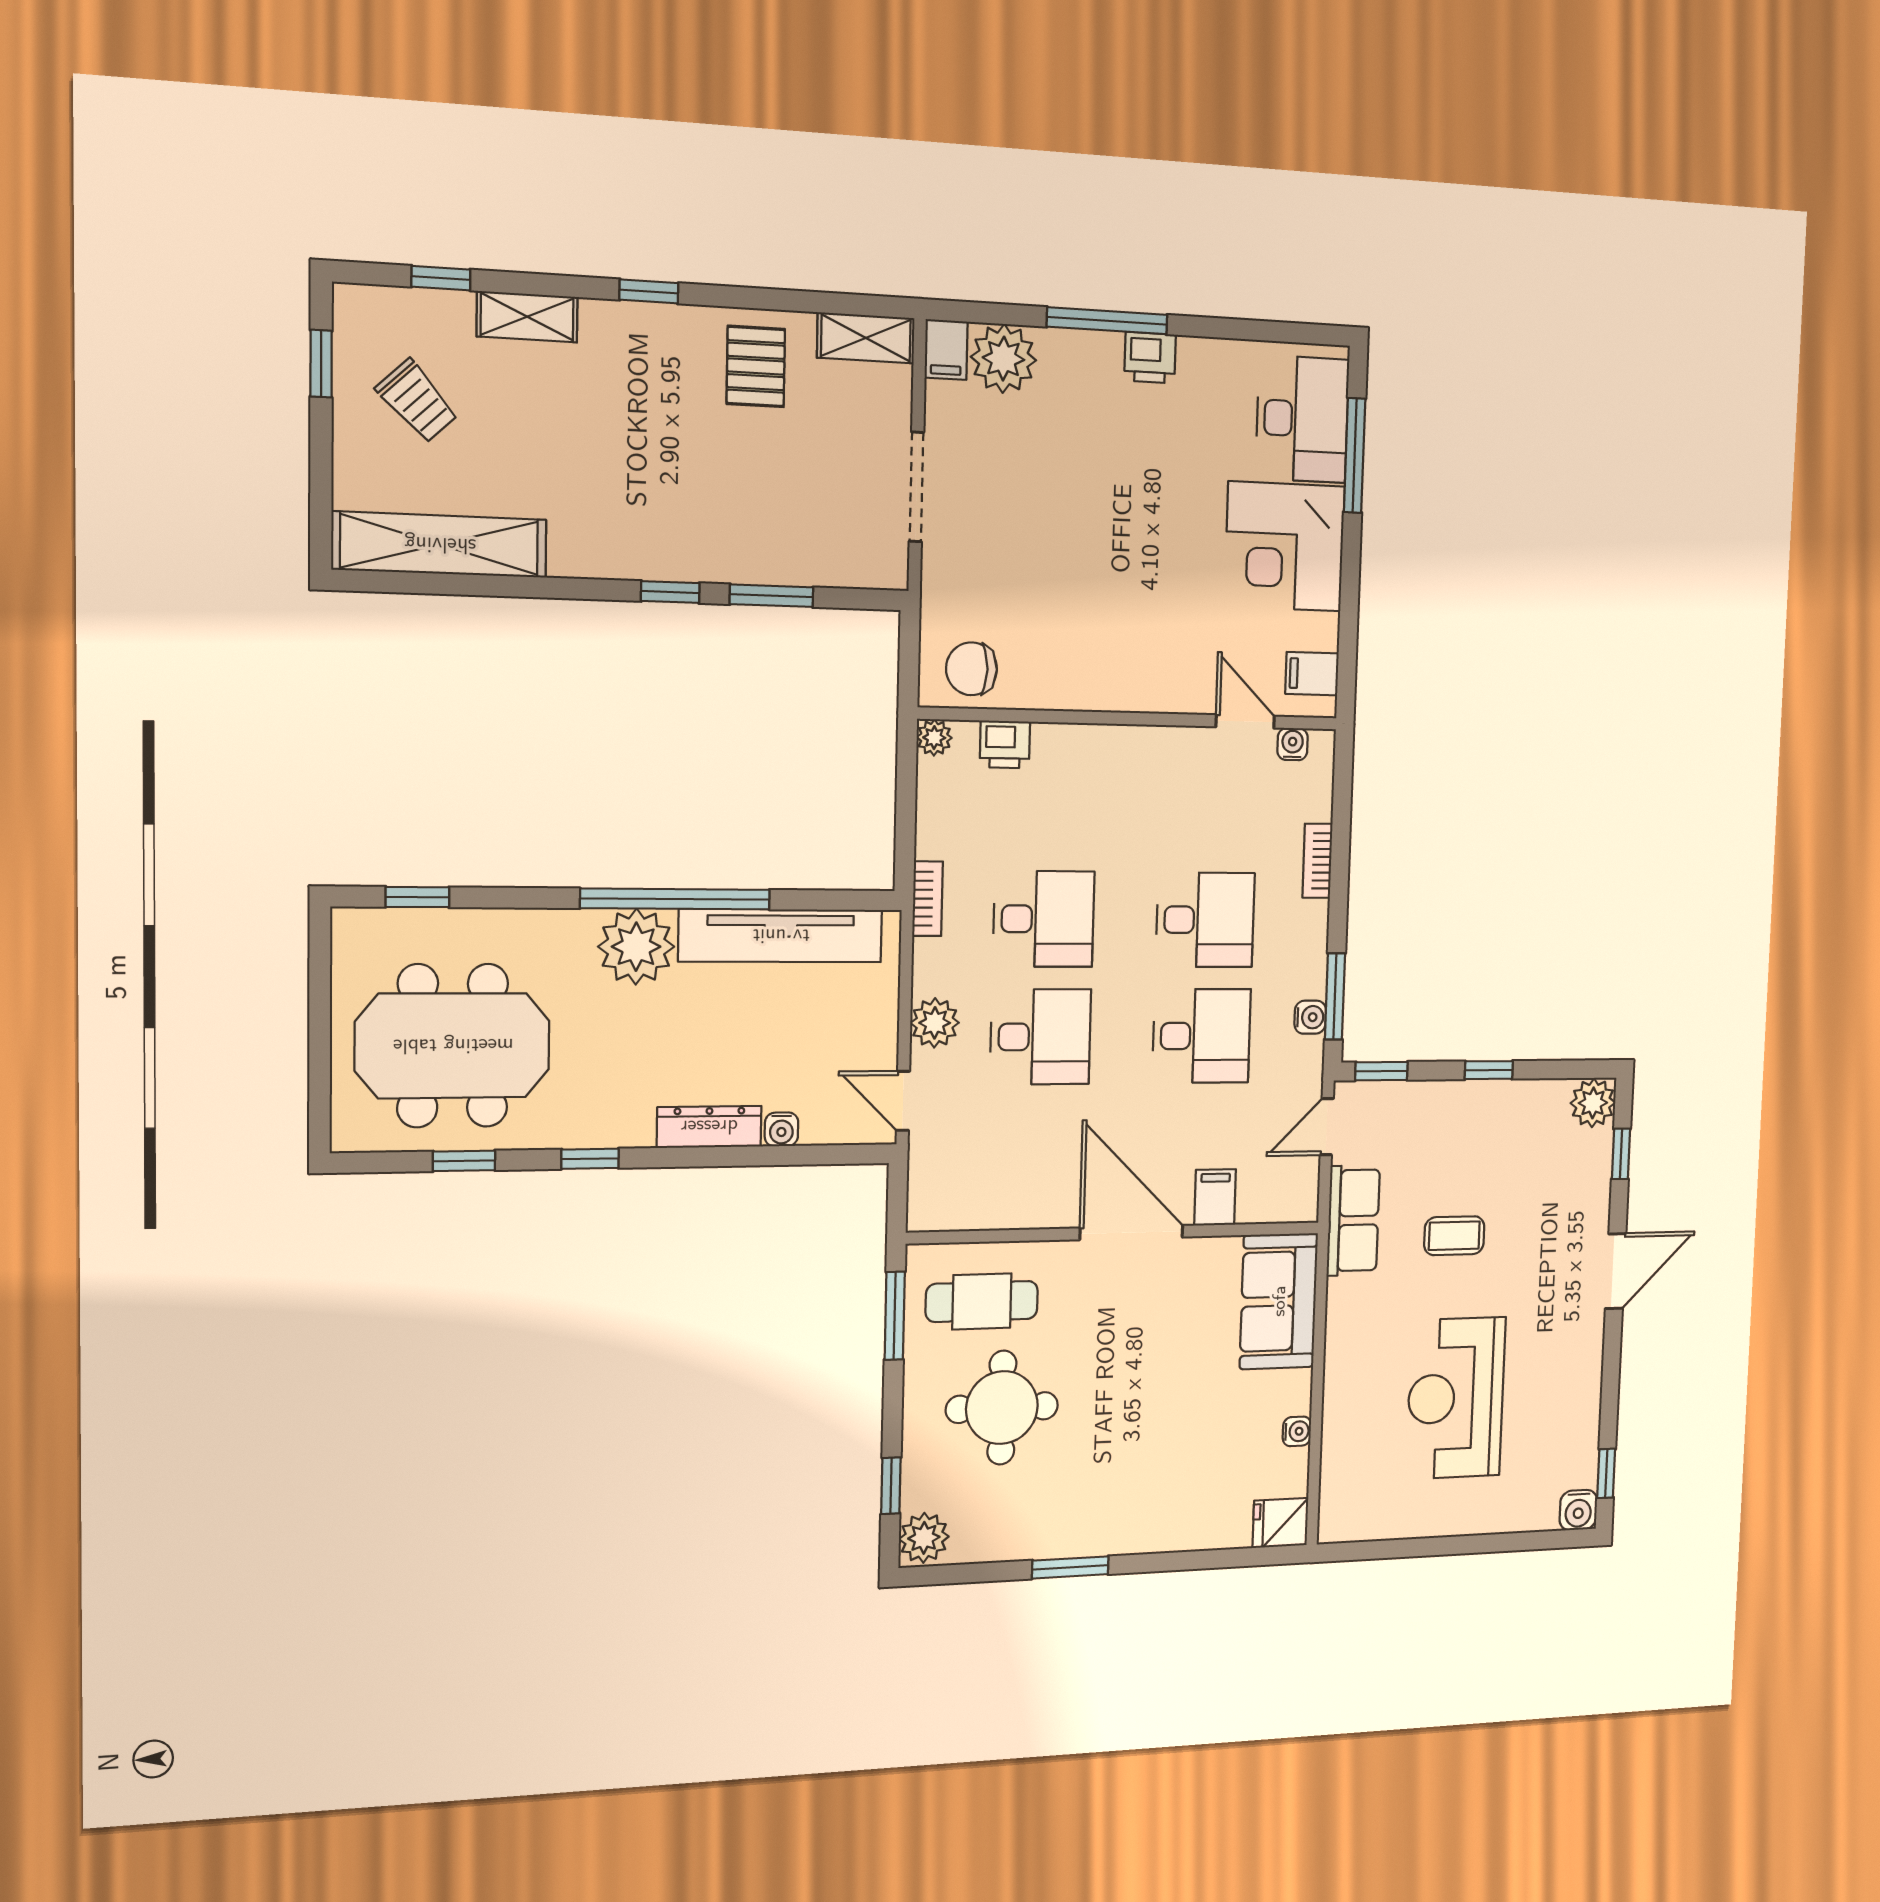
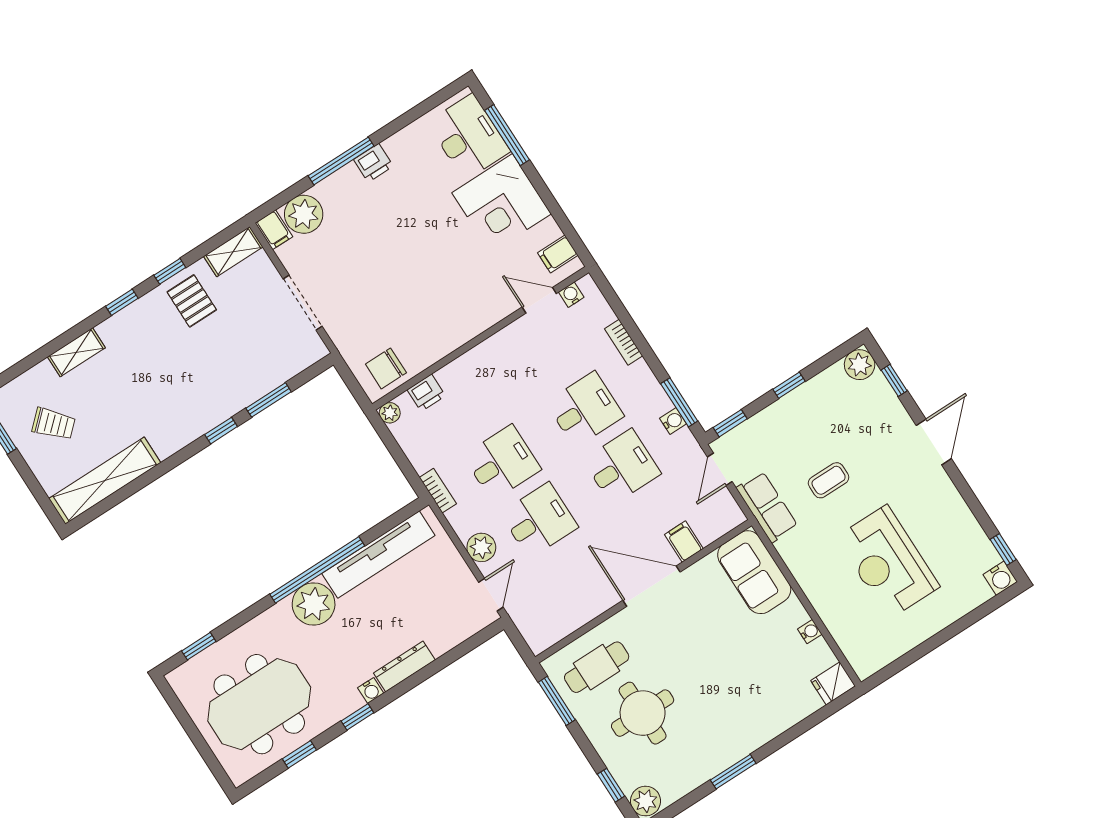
window: (441, 278) -> (170, 271), moved
door: (903, 1101) -> (491, 595), swing flipped
water cooler: (781, 1129) -> (371, 691), moved

